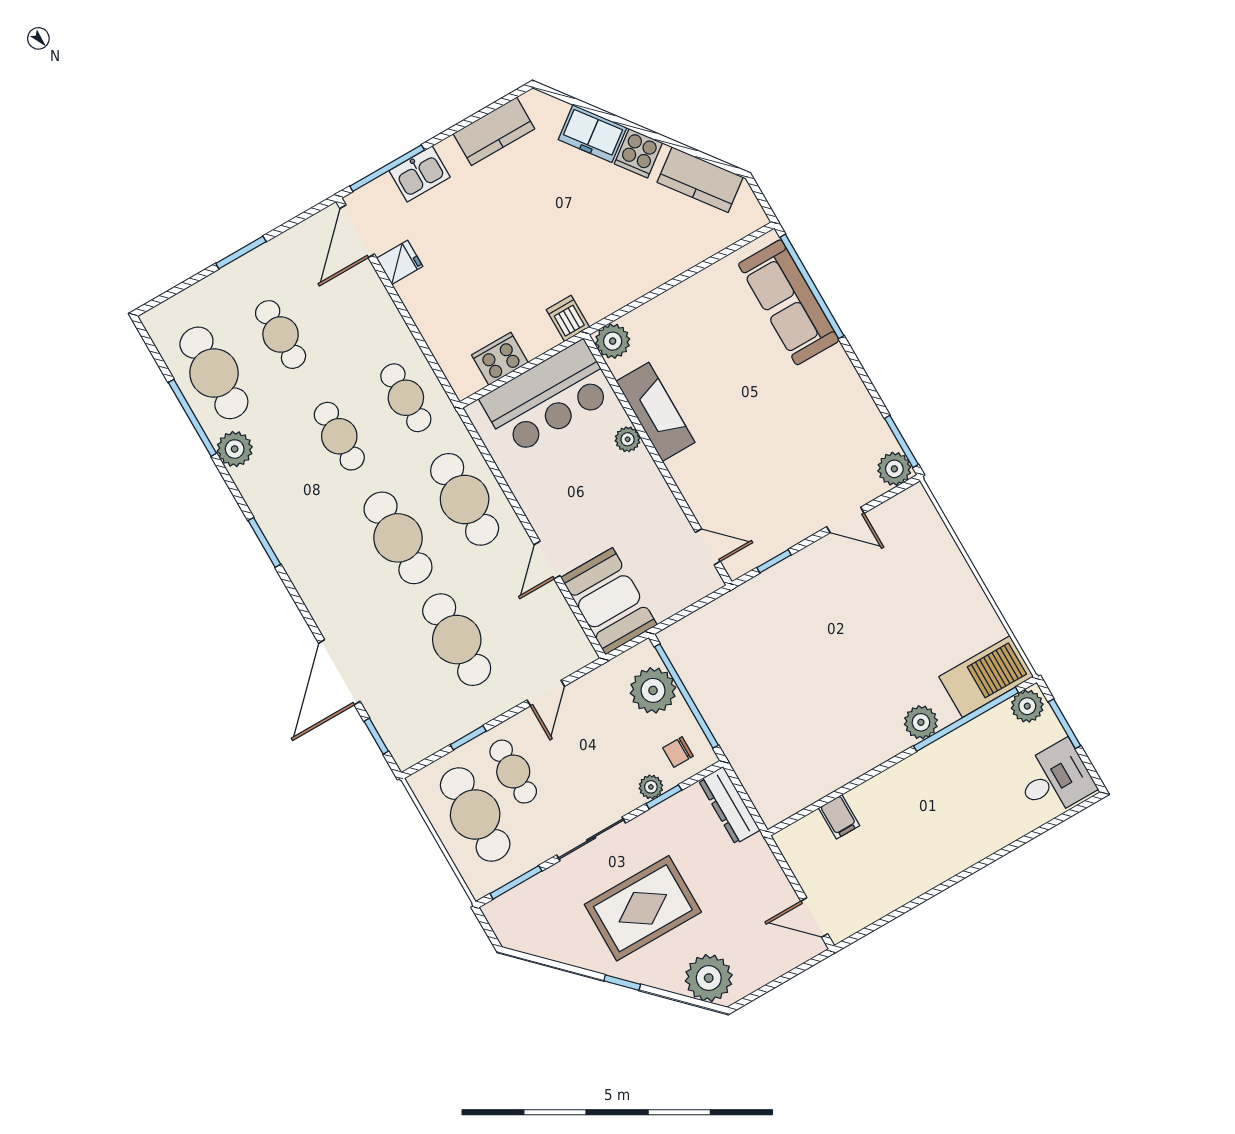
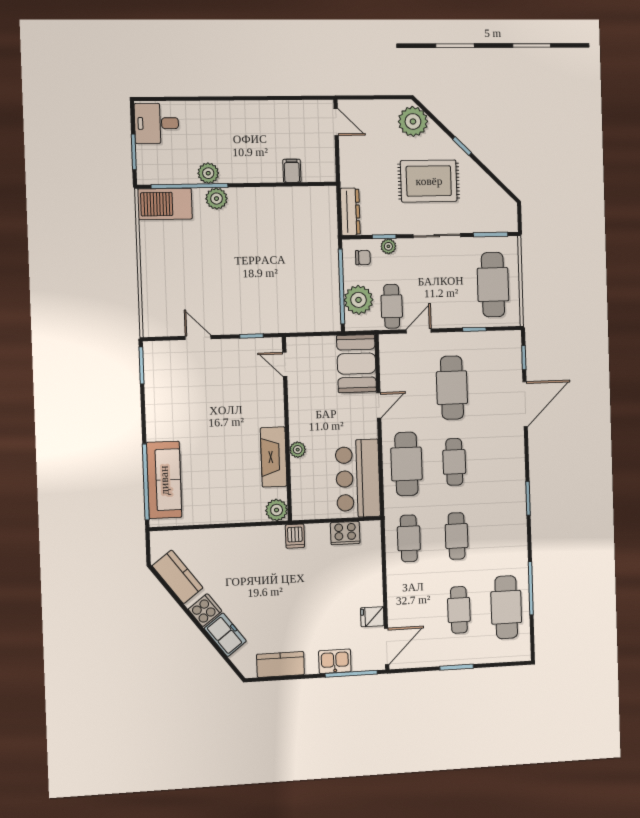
bar counter: (548, 398) -> (358, 478), moved, turned -90
plant: (235, 449) -> (517, 559), removed
plant: (894, 469) -> (154, 352), removed
cafe table: (398, 538) -> (454, 462), width x0.73, depth x0.74
plant: (1027, 706) -> (208, 173), moved
cafe table: (513, 772) -> (392, 306), moved

